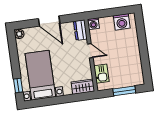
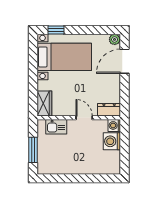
door: (49, 21) -> (125, 61), moved
washing machine: (122, 22) -> (112, 141), moved
door: (90, 51) -> (84, 118), swing flipped

